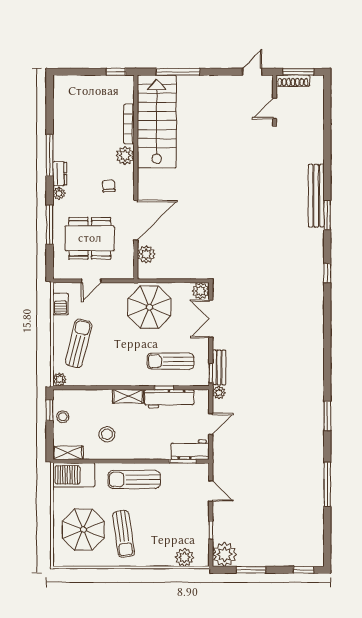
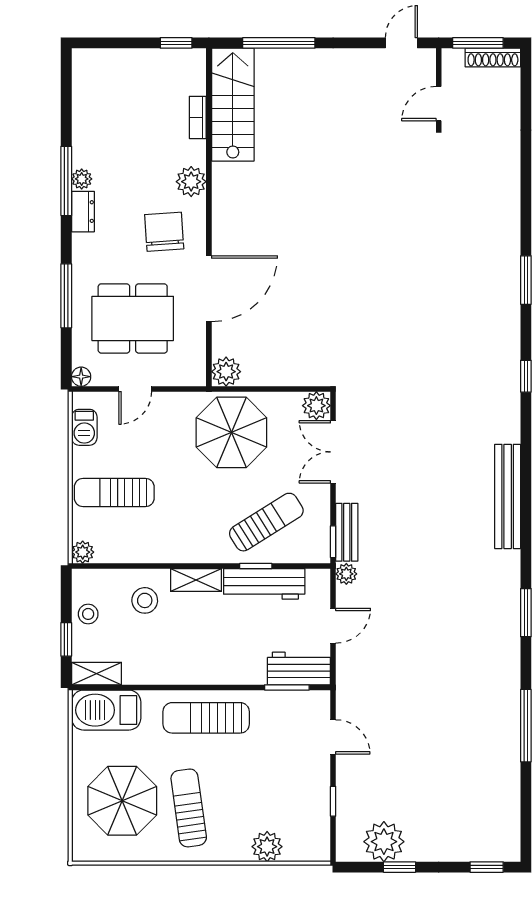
shoe rack: (293, 81) -> (493, 58), moved
stairs: (157, 121) -> (233, 105), width x0.73, depth x0.66
bookcase: (129, 124) -> (198, 117), width x0.64
chair: (109, 186) -> (164, 232), width x1.87, depth x1.87
plant: (59, 193) -> (82, 179), moved
bench: (316, 196) -> (508, 496), moved
plant: (146, 254) -> (226, 372), moved
floor lamp: (59, 273) -> (81, 377), added
sun lounger: (79, 343) -> (114, 493), turned -104
sun lounger: (170, 361) -> (266, 522), turned 148
window: (50, 410) -> (66, 639), moved
stool: (107, 434) -> (145, 600), moved
sun lounger: (124, 534) -> (189, 808), turned 180
plant: (225, 554) -> (384, 842), moved
plant: (184, 557) -> (267, 847), moved
window: (251, 570) -> (399, 867), width x0.67

